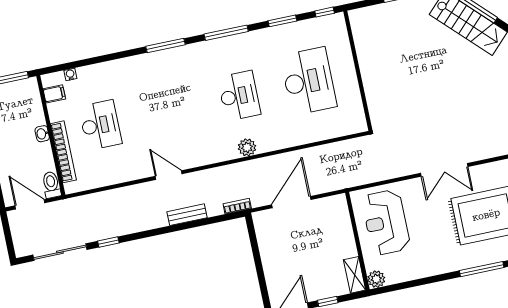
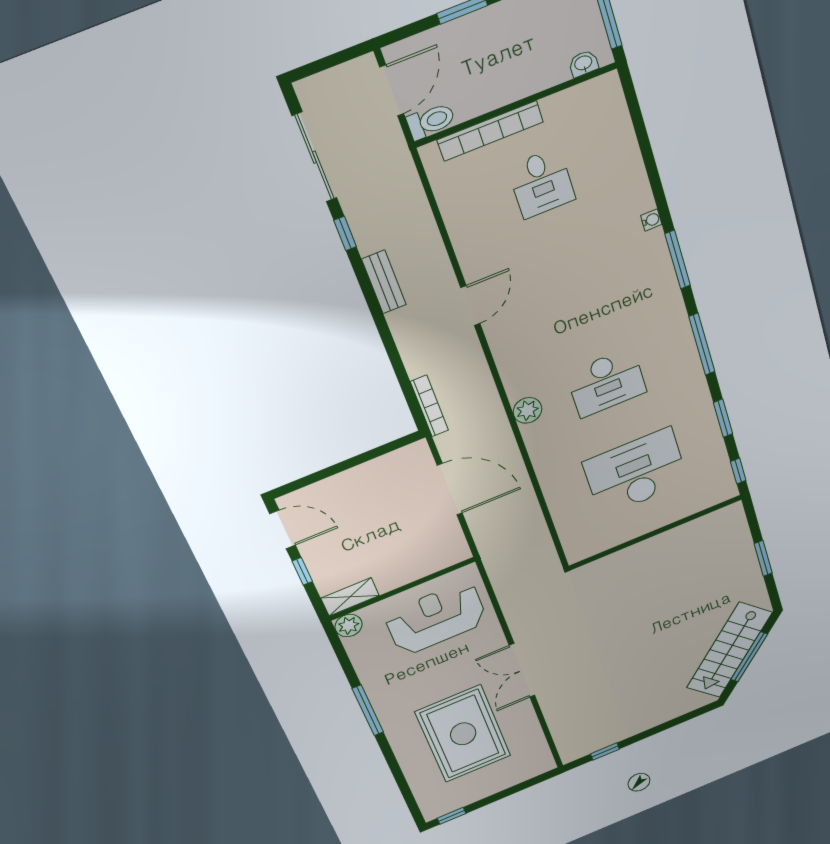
water cooler: (70, 74) -> (651, 220), moved
desk: (308, 81) -> (636, 472), turned 180
filing cabinet: (54, 94) -> (587, 98), removed
desk: (100, 125) -> (541, 183), width x0.73
washbasin: (42, 134) -> (583, 63), moved
bookcase: (237, 206) -> (429, 406), width x1.56
bench: (187, 215) -> (384, 282), moved
window: (482, 269) -> (368, 710), moved

